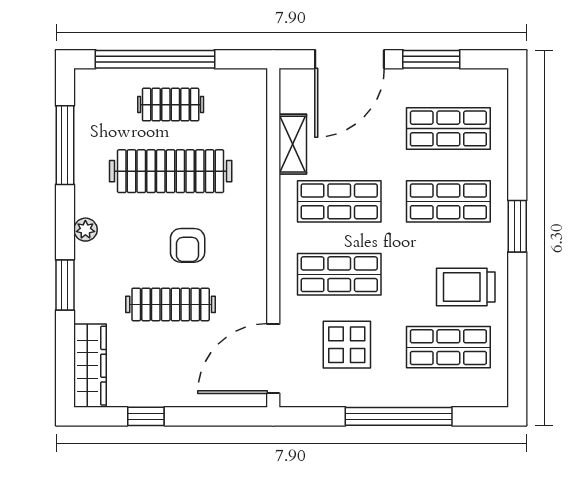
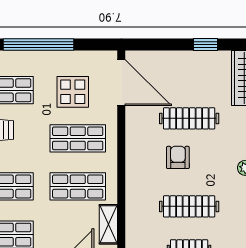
clothes rail: (171, 171) -> (189, 206), width x0.73, depth x0.76
door: (273, 359) -> (121, 83), hinge flipped

